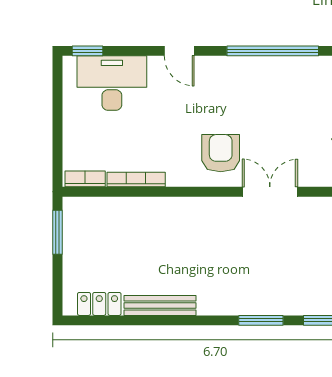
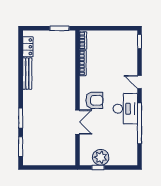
door: (179, 51) -> (140, 82), hinge flipped
desk: (112, 83) -> (125, 109), moved

